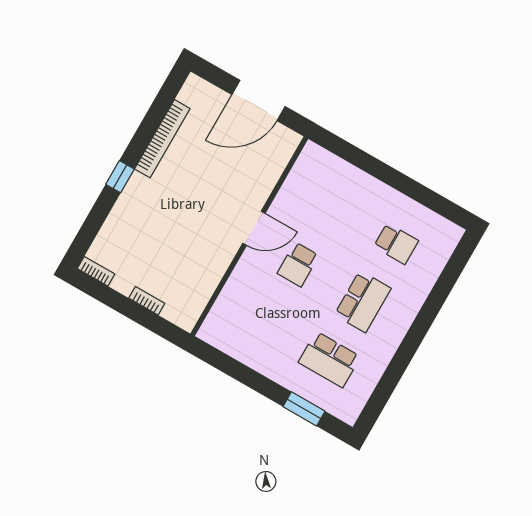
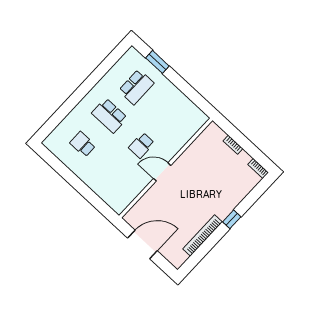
school desk: (298, 264) -> (142, 145), turned 180
school desk: (363, 302) -> (110, 116), turned -90
school desk: (329, 359) -> (136, 87), turned 90

